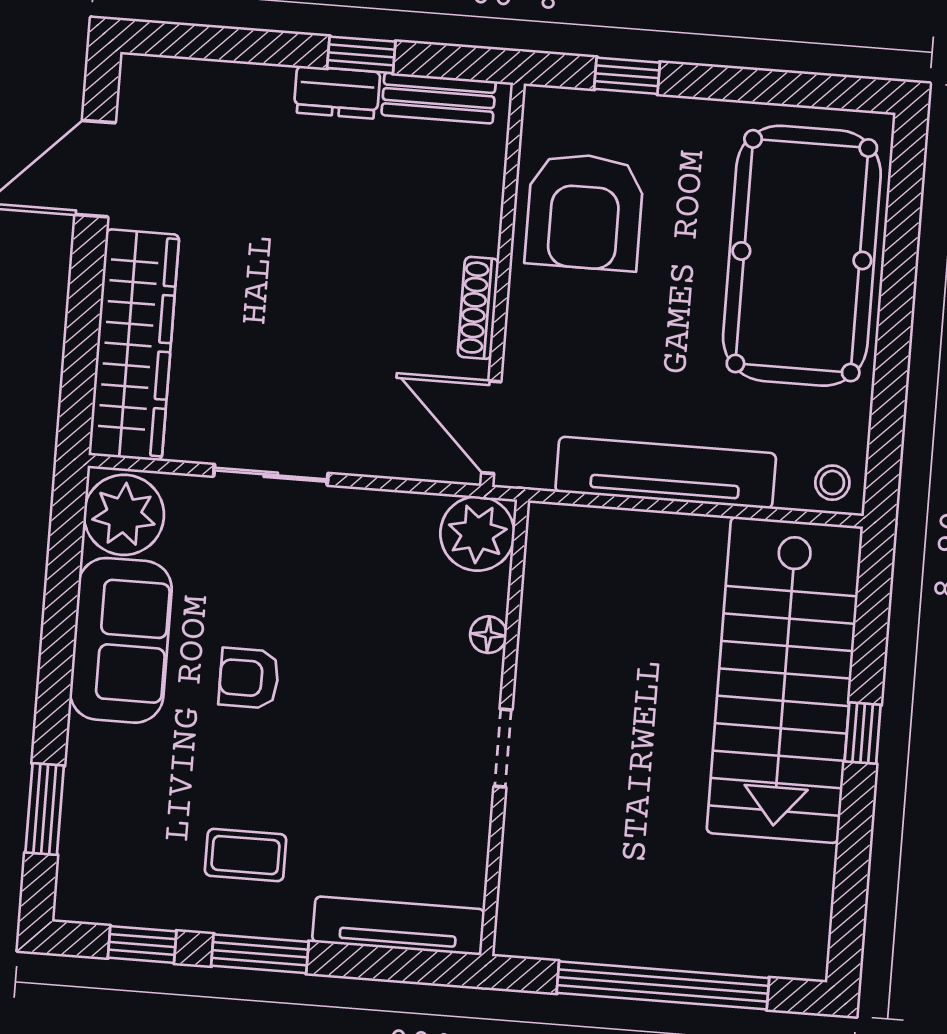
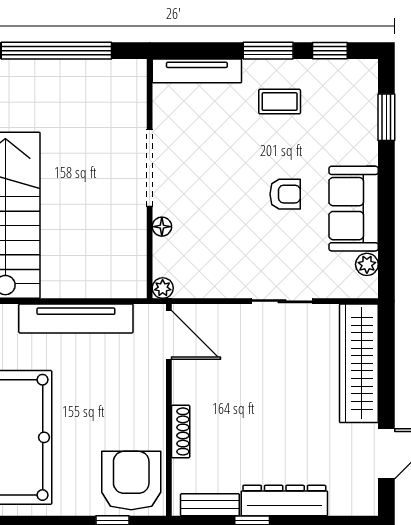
dresser: (337, 92) -> (284, 501), width x1.96, depth x1.24
armchair: (585, 212) -> (131, 481), moved
shoe rack: (478, 308) -> (181, 431), moved
plant: (124, 515) -> (367, 264), width x0.53, depth x0.53
plant: (477, 534) -> (163, 288), width x0.53, depth x0.53
doorway: (503, 748) -> (150, 168), width x1.87

